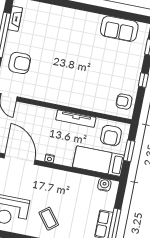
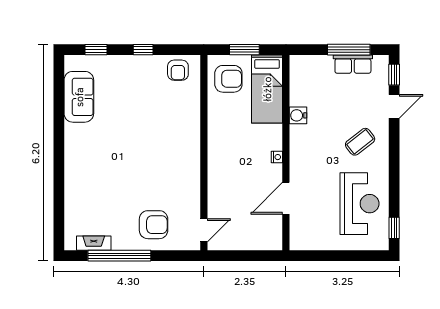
armchair: (20, 63) -> (154, 225), turned 90
tv unit: (76, 119) -> (215, 132), removed
door: (20, 159) -> (286, 198), width x0.73
water cooler: (104, 185) -> (298, 115), moved

